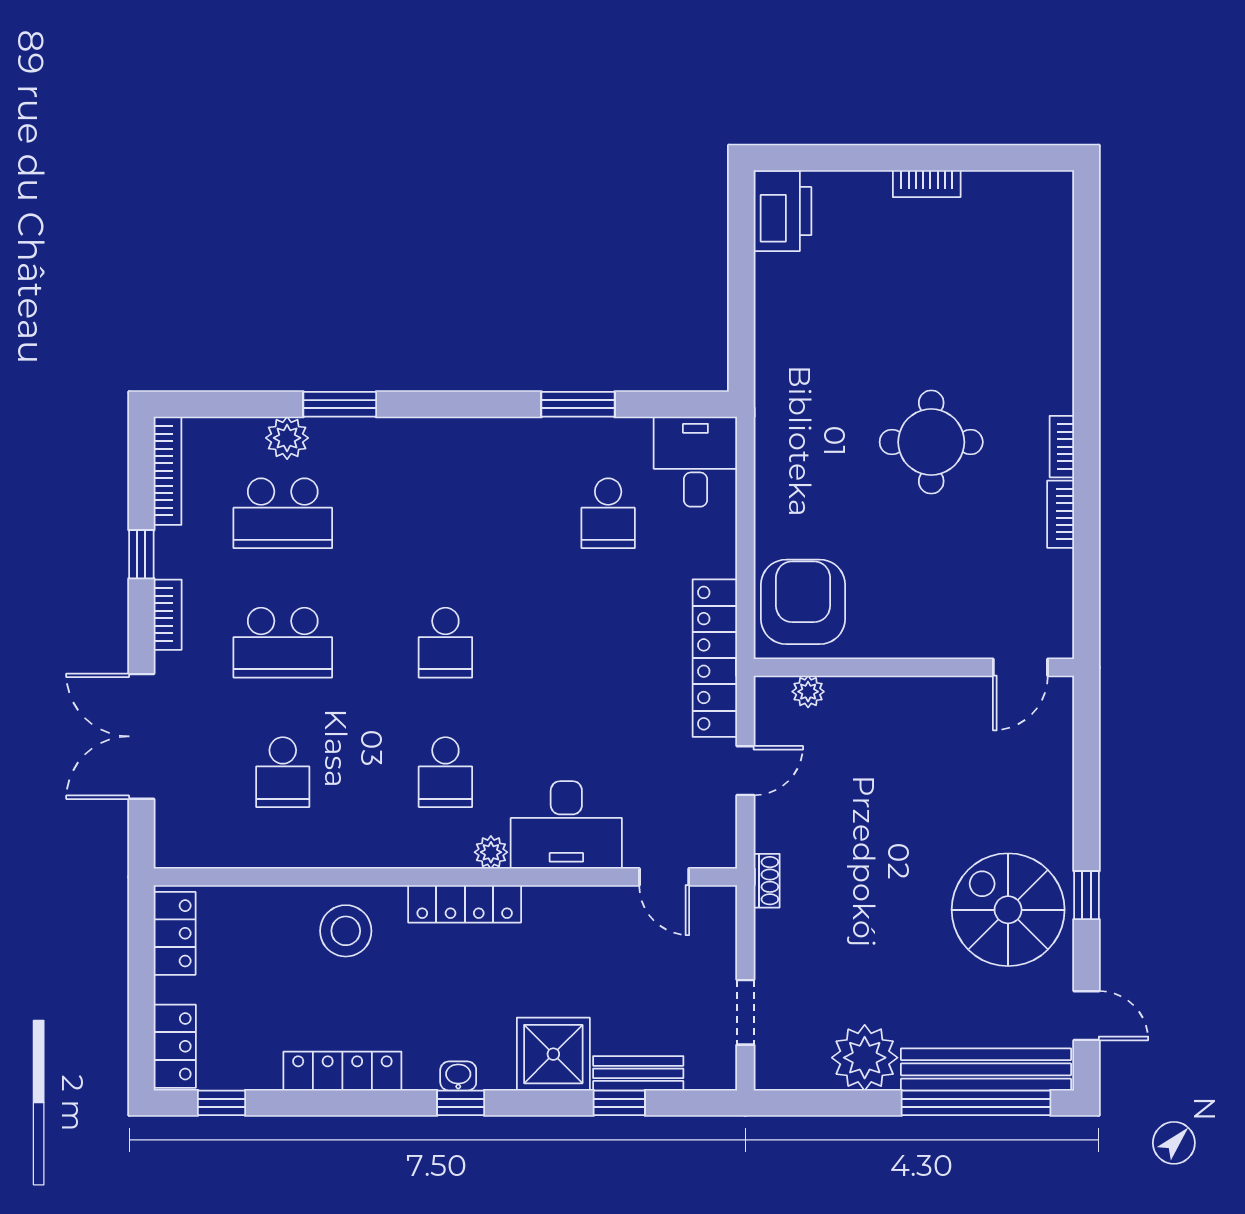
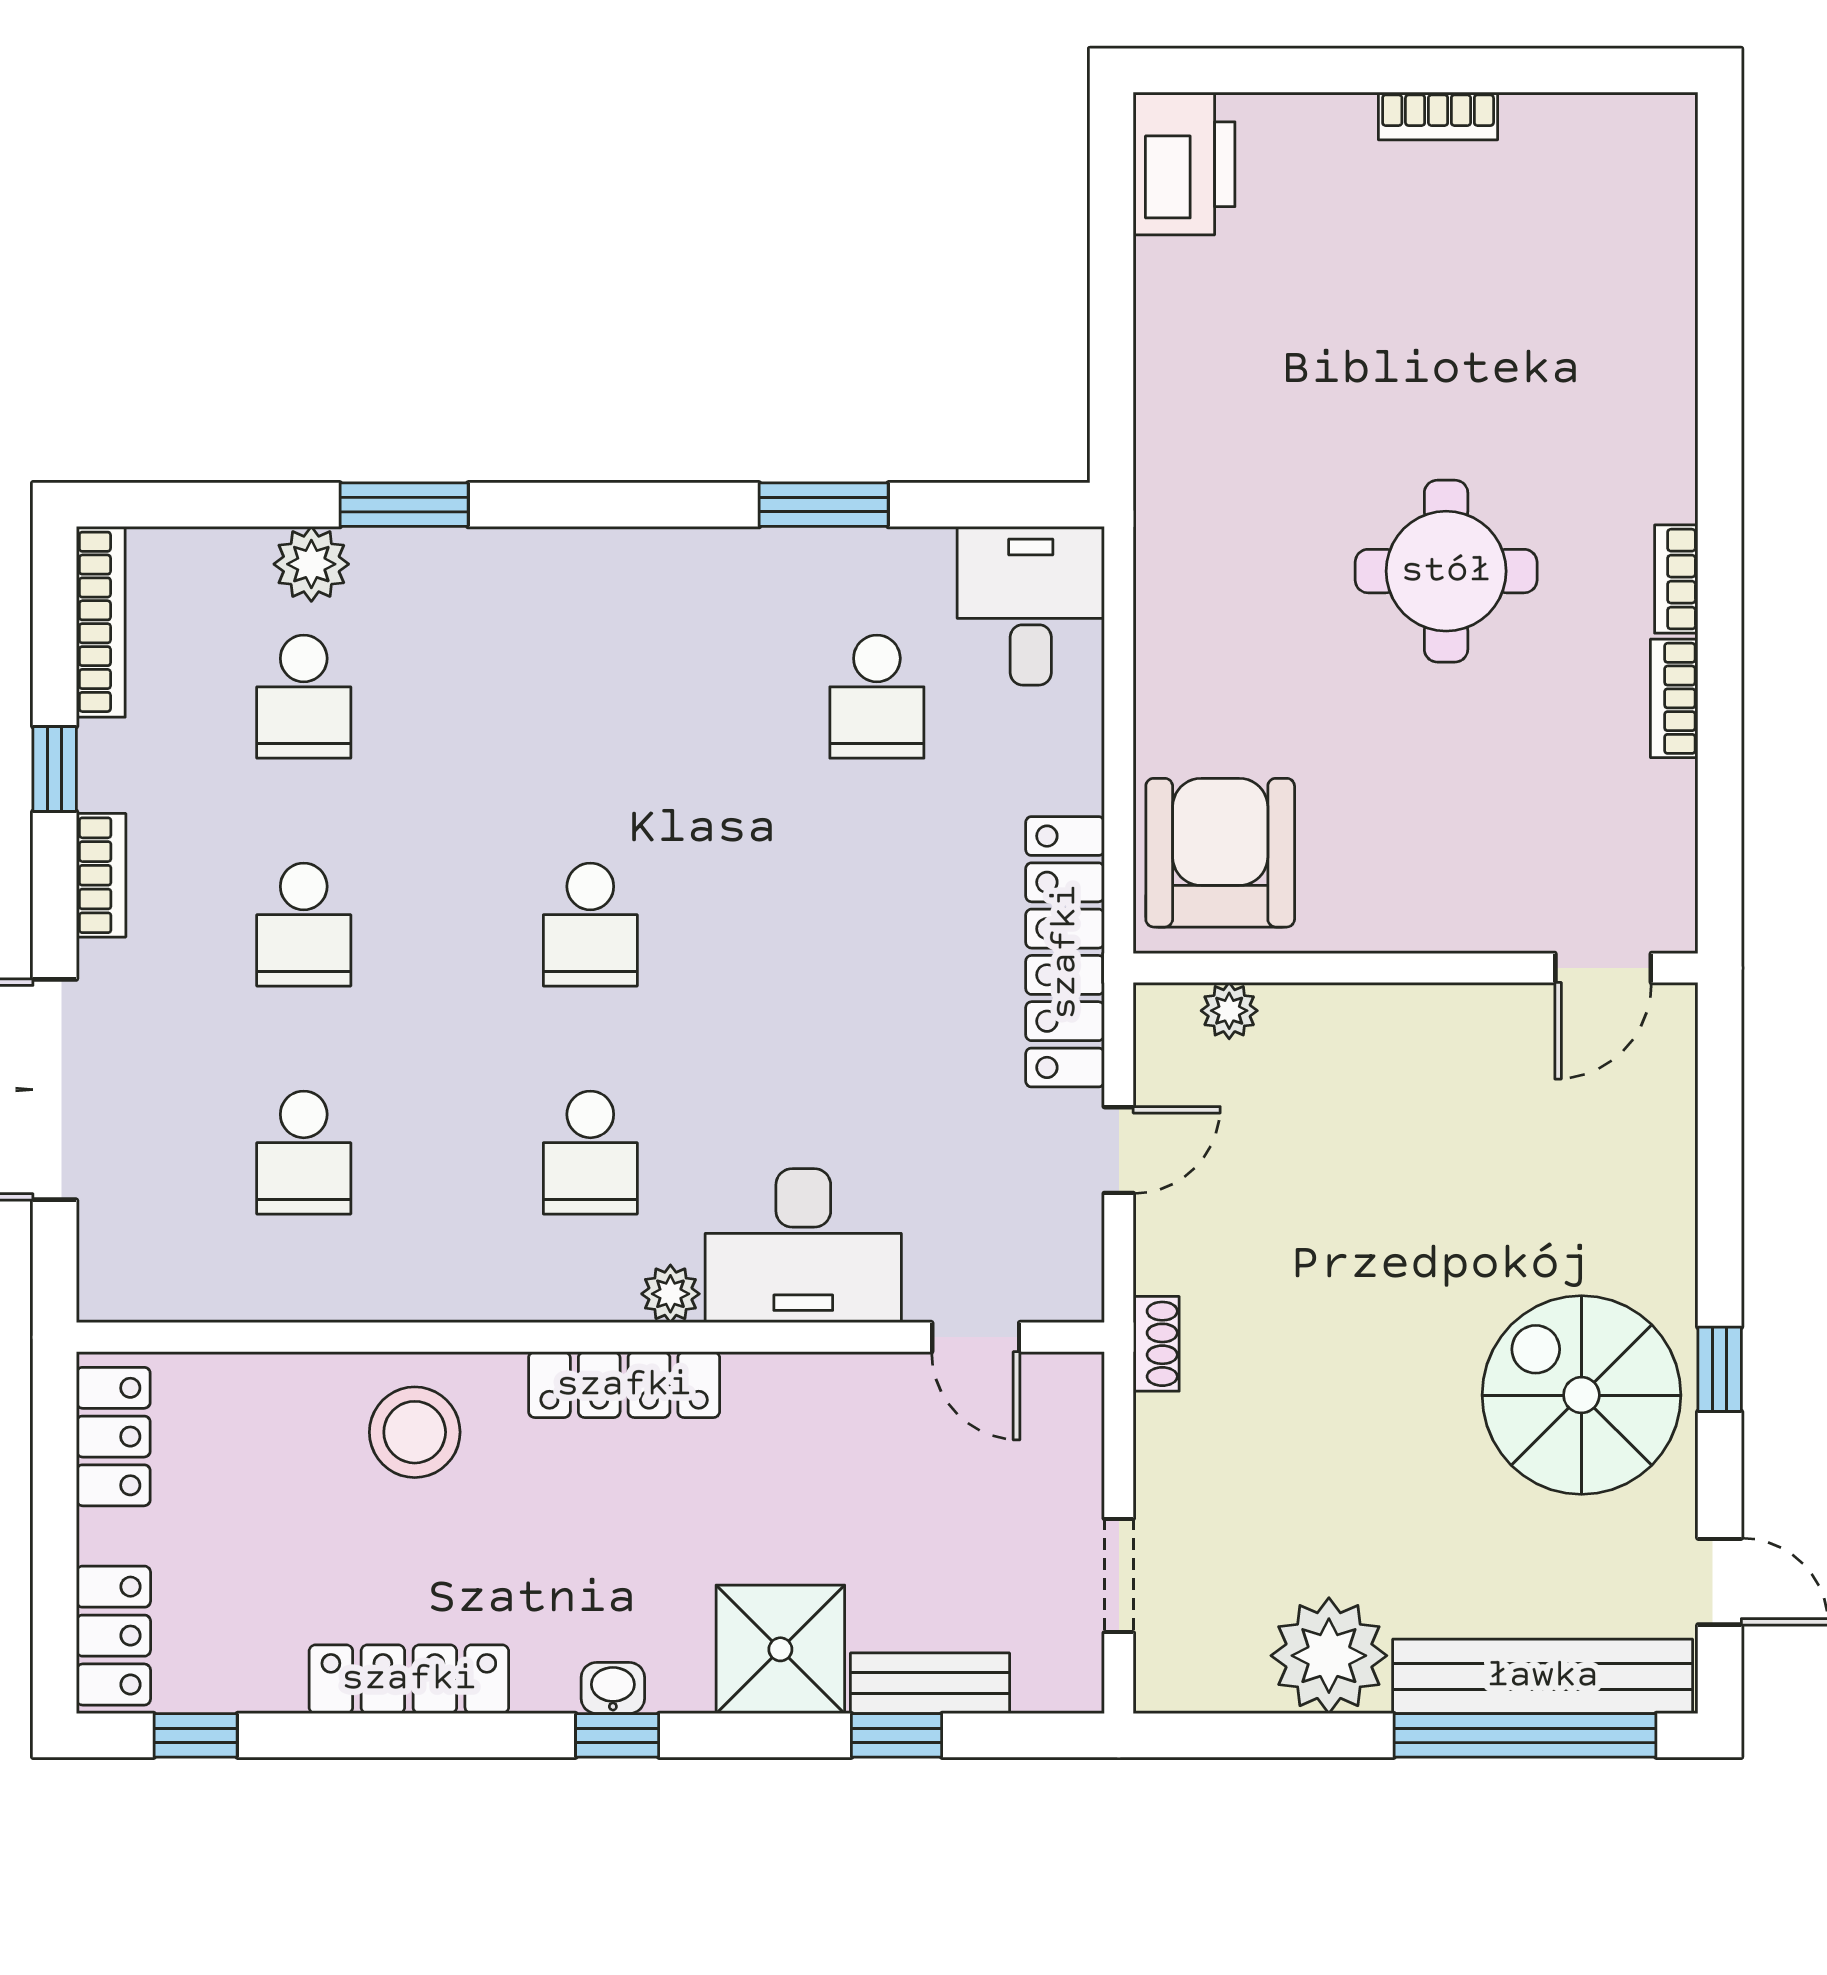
school desk: (283, 513) -> (304, 697), width x0.54
school desk: (283, 643) -> (304, 925), width x0.54

